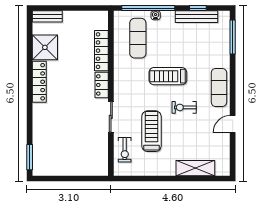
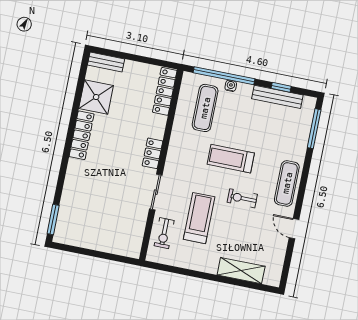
locker: (101, 51) -> (165, 91), moved
door: (233, 124) -> (294, 229), hinge flipped

